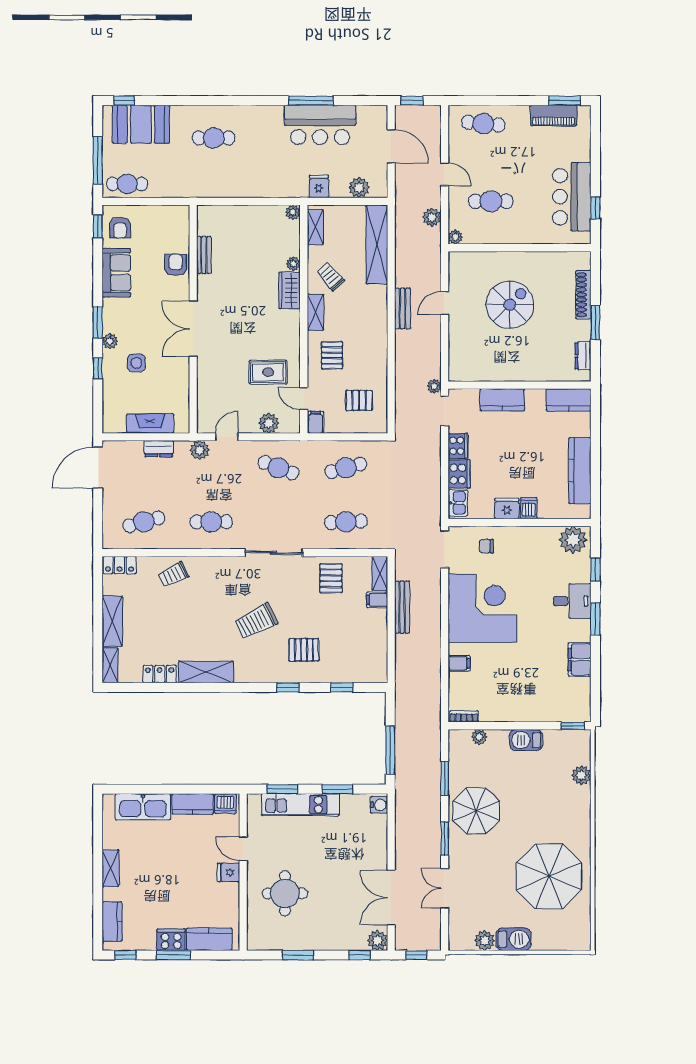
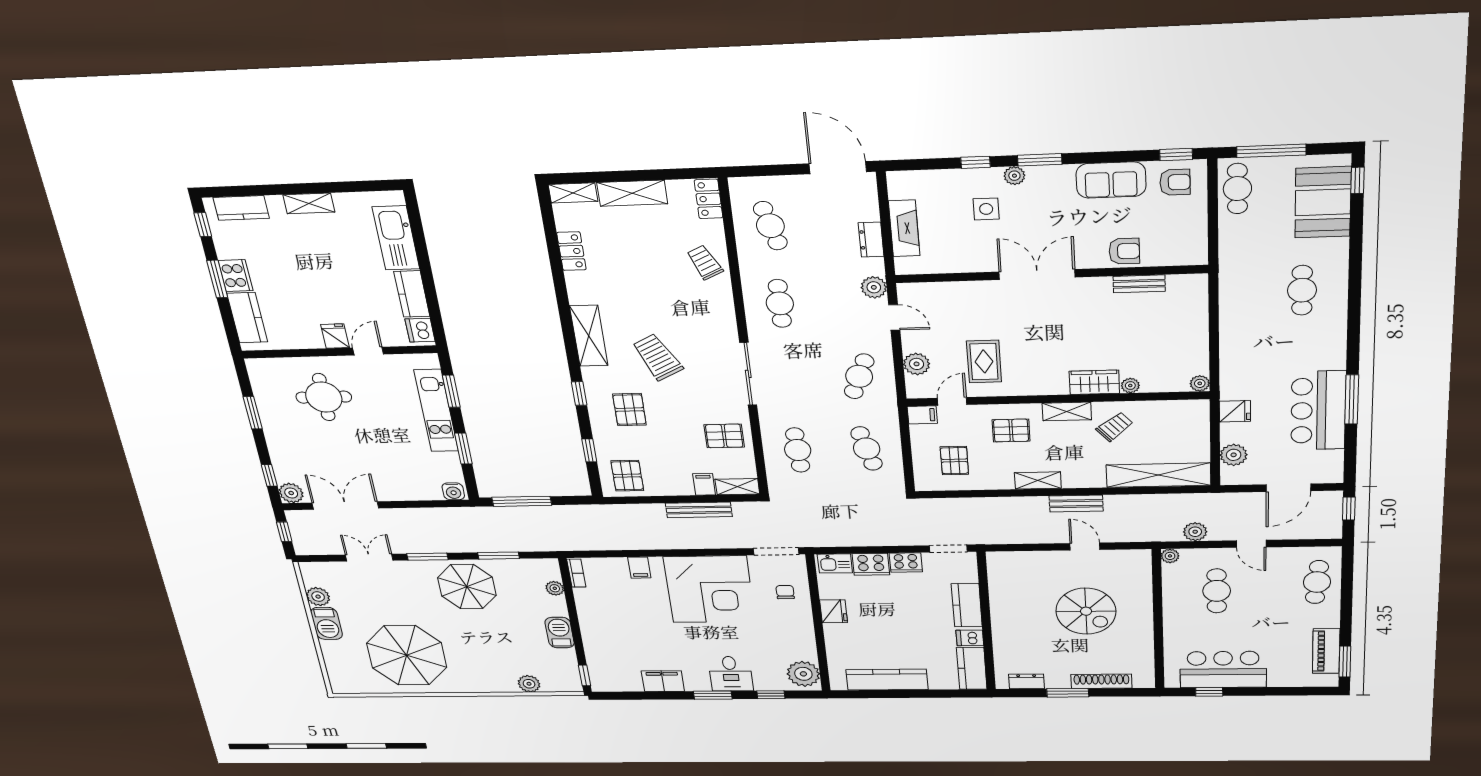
door: (445, 174) -> (1251, 544), hinge flipped
shelving: (315, 227) -> (1038, 480), moved
armchair: (120, 228) -> (1175, 182), turned 180
plant: (434, 386) -> (978, 538), removed
dishwasher: (529, 508) -> (970, 638), moved, turned 180
pallet: (367, 660) -> (627, 476), added
shelving: (206, 672) -> (589, 336), moved

